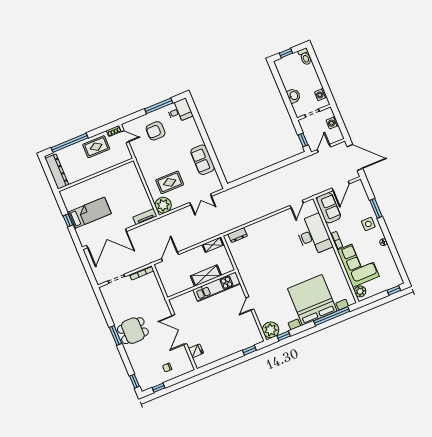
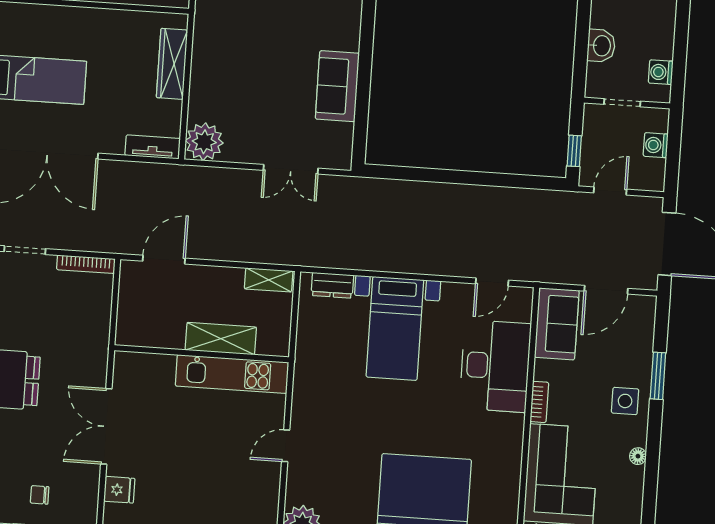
wardrobe: (137, 182) -> (172, 64), added
rug: (170, 182) -> (242, 100), removed
bed with nightstands: (269, 239) -> (395, 328), added

